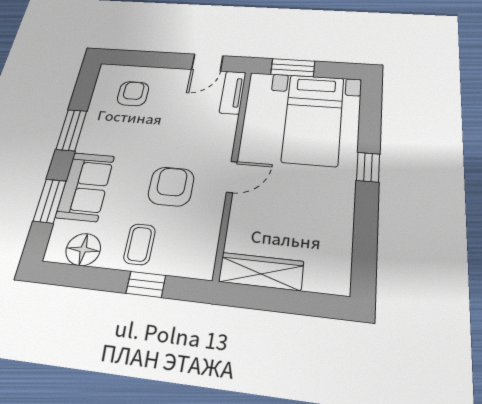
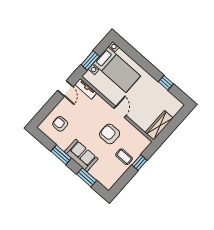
window: (368, 167) -> (166, 83), moved
sofa: (85, 186) -> (81, 155), moved
floor lamp: (83, 250) -> (113, 176), removed

